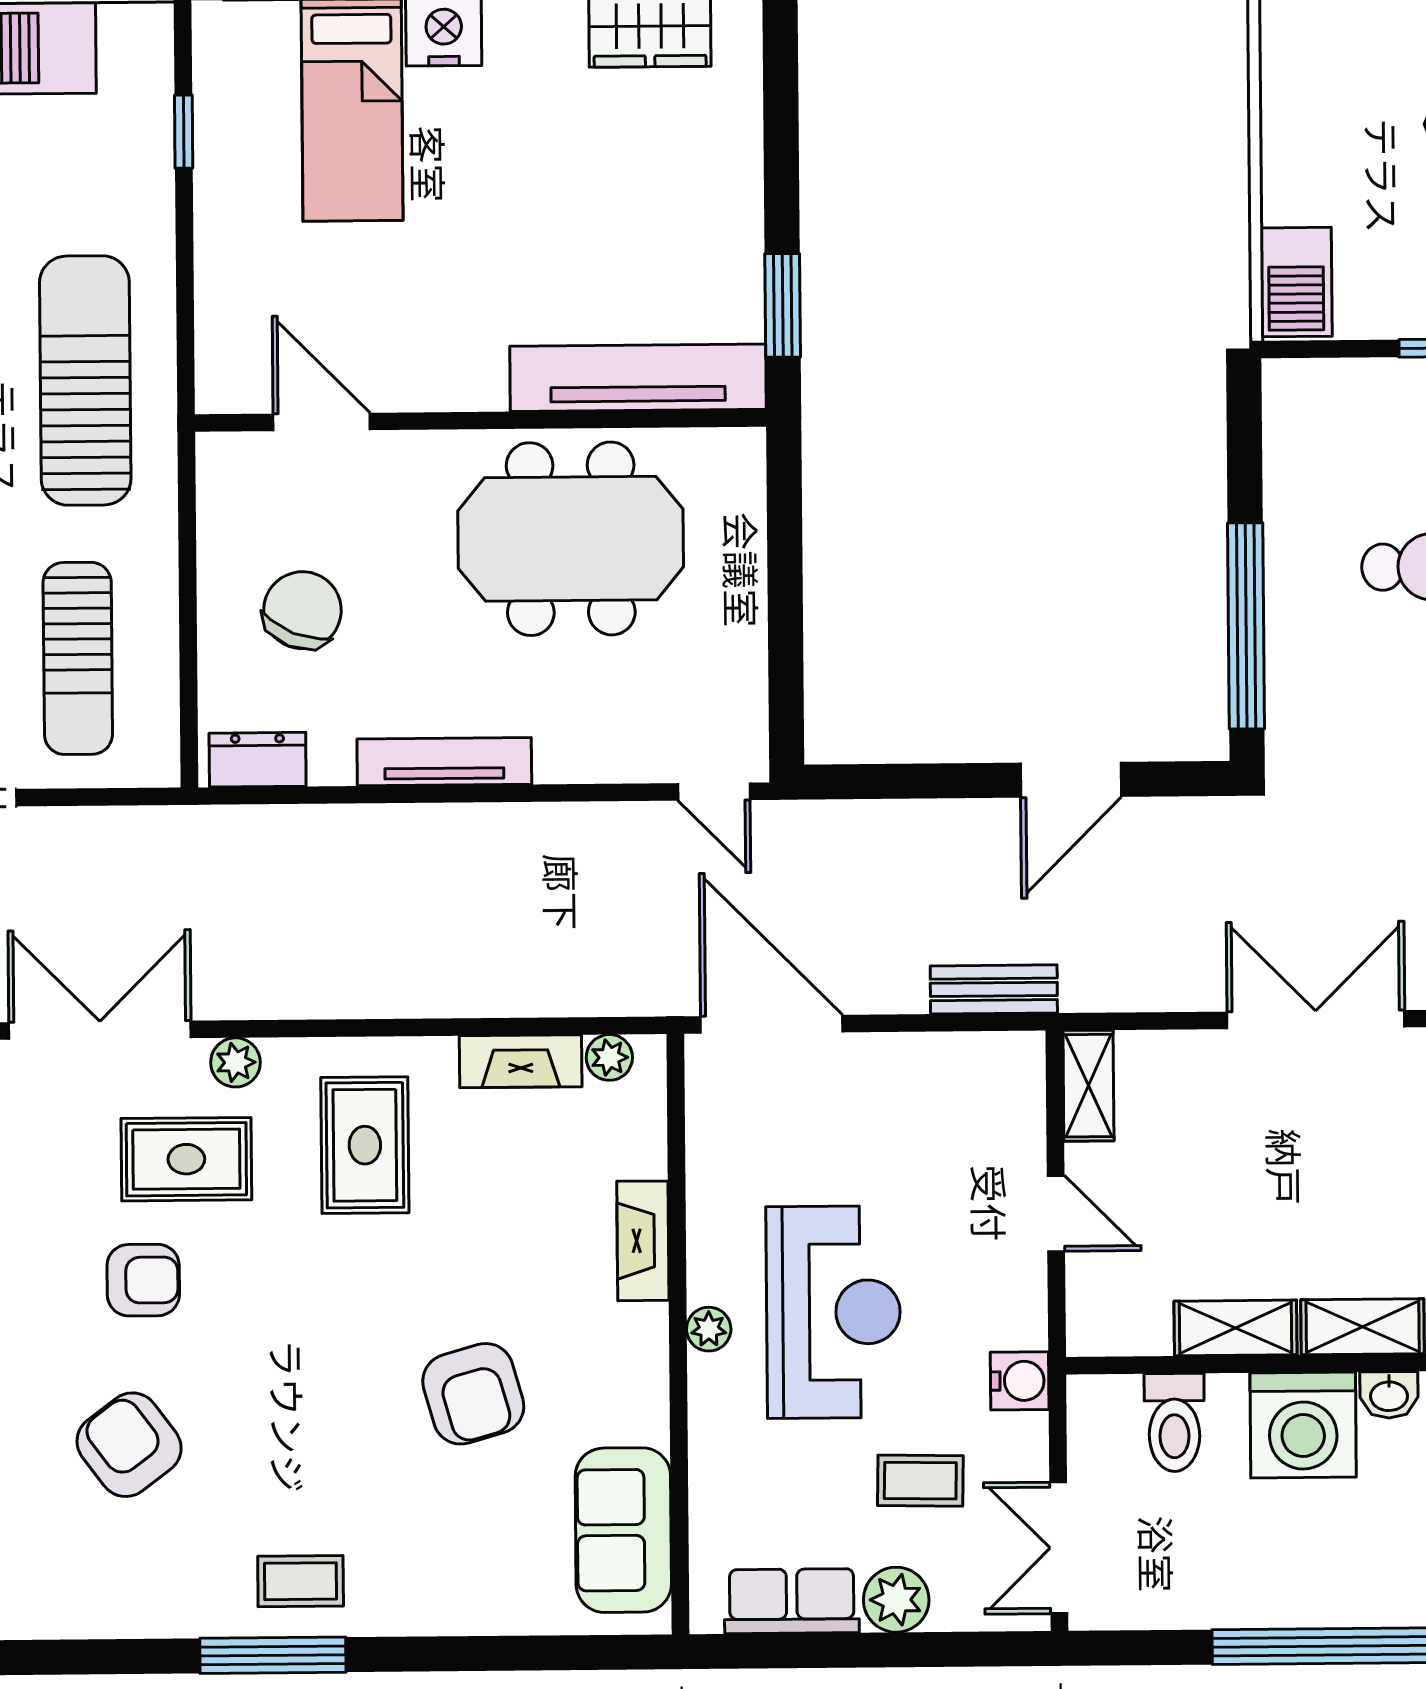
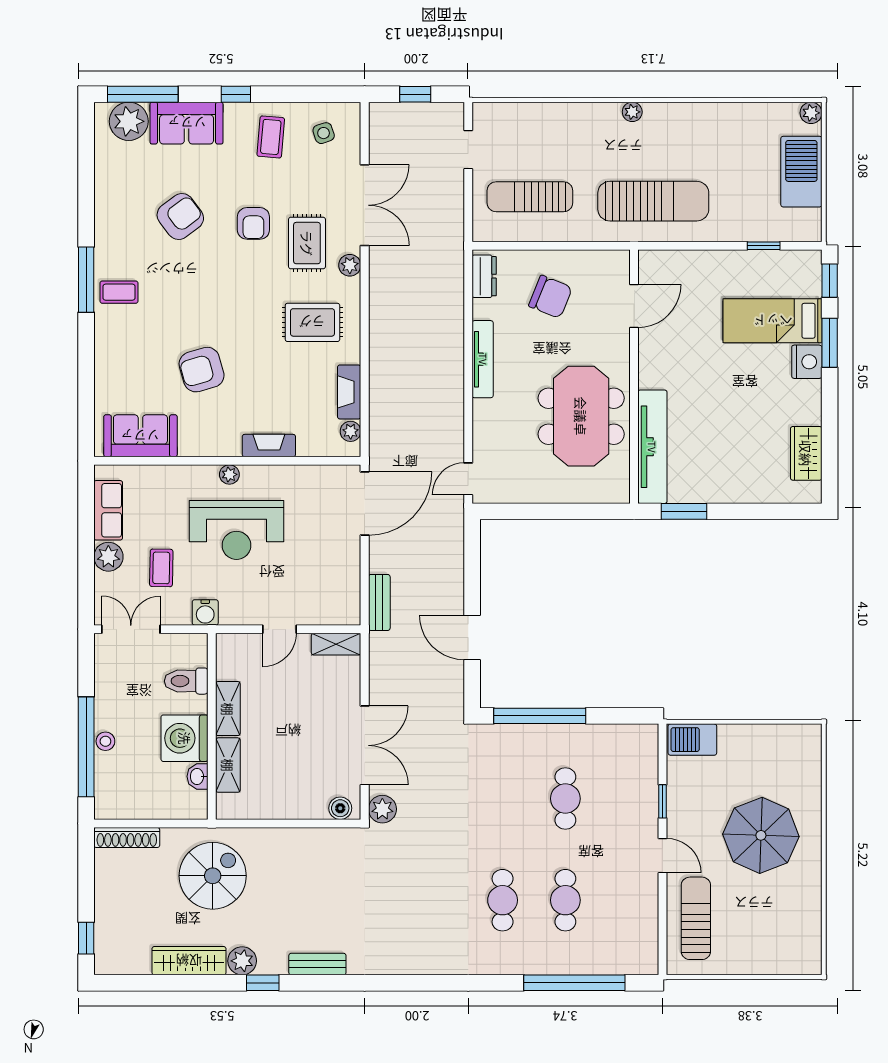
coffee table: (301, 1581) -> (119, 292), turned 90
stool: (1311, 1603) -> (105, 741), added

